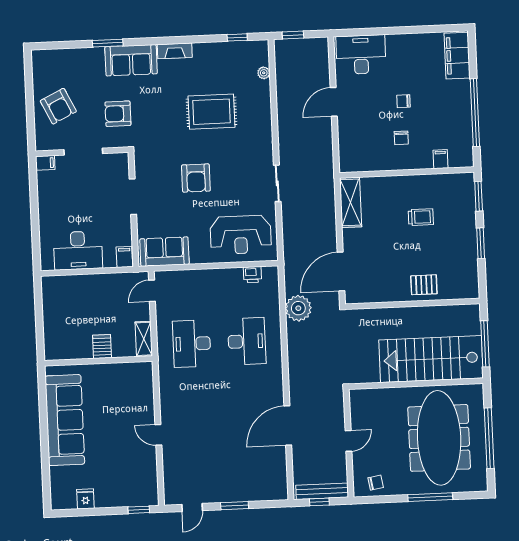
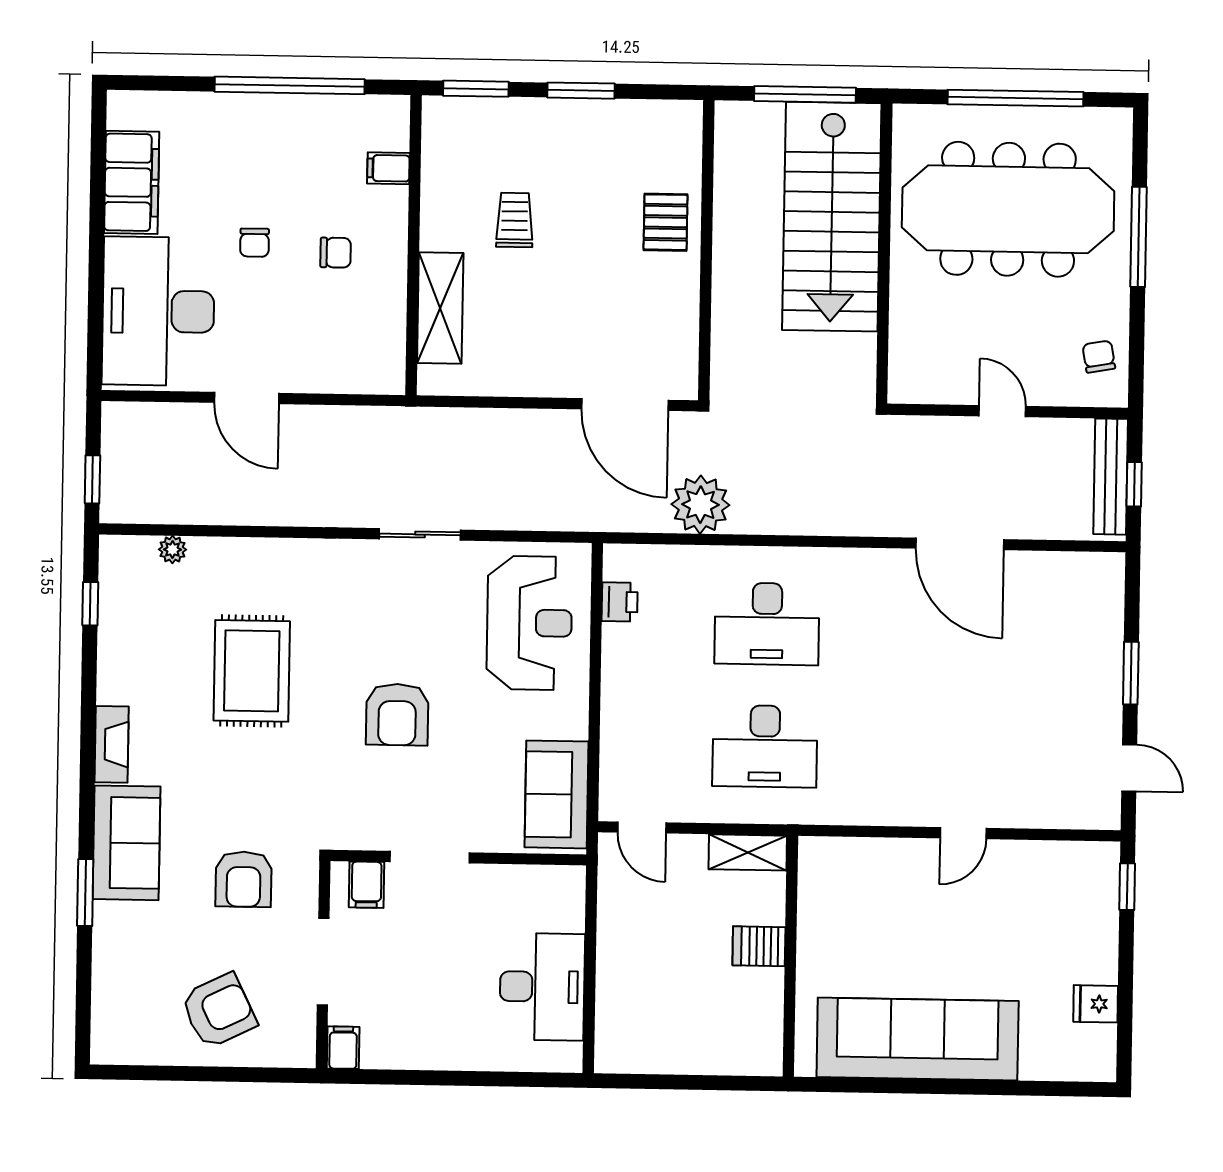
desk: (361, 55) -> (158, 311), width x1.36, depth x1.30
filing cabinet: (457, 56) -> (132, 182), moved, turned -90
armchair: (196, 178) -> (397, 715), turned 90
shelving: (351, 202) -> (440, 308), moved, turned 90
filing cabinet: (124, 257) -> (367, 885), moved, turned -90
desk: (247, 341) -> (767, 624), turned 180

